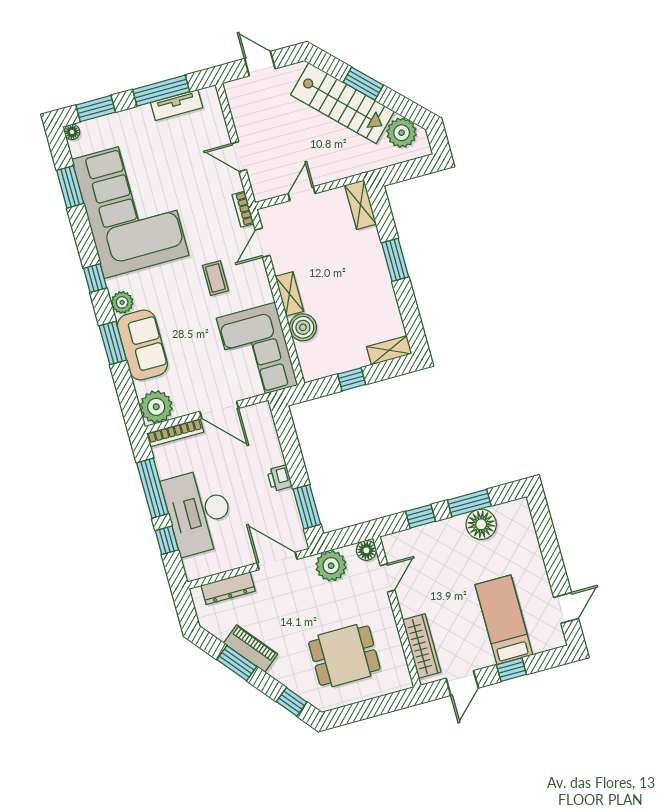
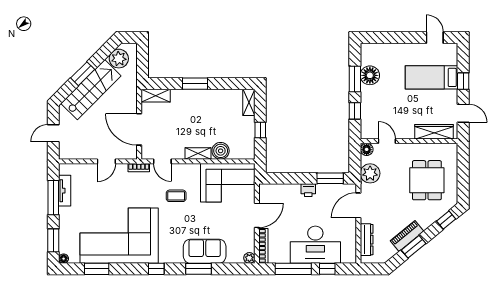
door: (302, 194) -> (139, 129), width x1.88
plant: (122, 302) -> (175, 257), removed
plant: (156, 407) -> (249, 258), width x0.53, depth x0.53

